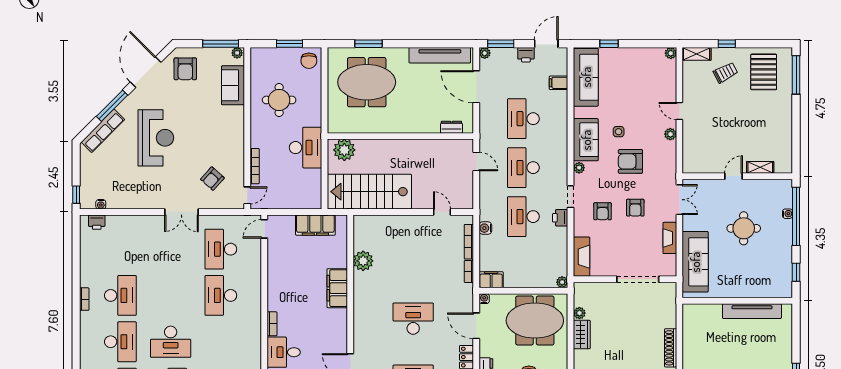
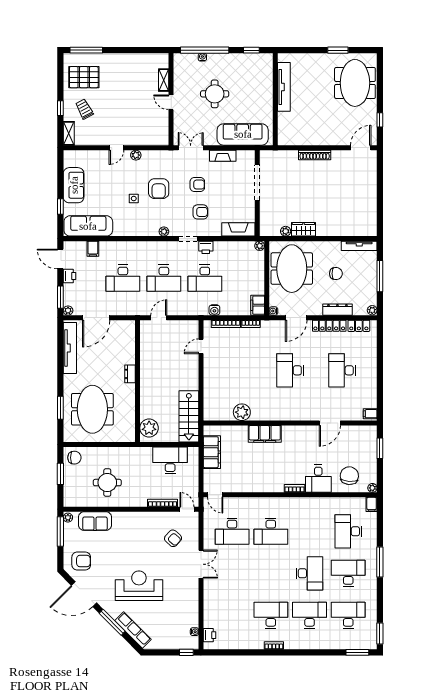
plant: (671, 53) -> (68, 155), removed
dresser: (451, 127) -> (130, 374), moved
sofa: (586, 140) -> (74, 185), moved, turned 90
desk: (306, 148) -> (170, 460), moved
stairs: (369, 192) -> (189, 416), width x0.73, depth x0.66

